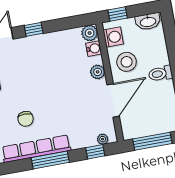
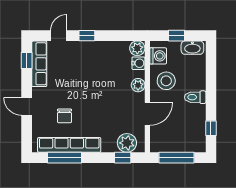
window: (118, 14) -> (177, 36), moved
door: (113, 100) -> (147, 114), width x0.73
plant: (103, 139) -> (127, 143), width x1.87, depth x1.87
window: (50, 160) -> (64, 158), moved

